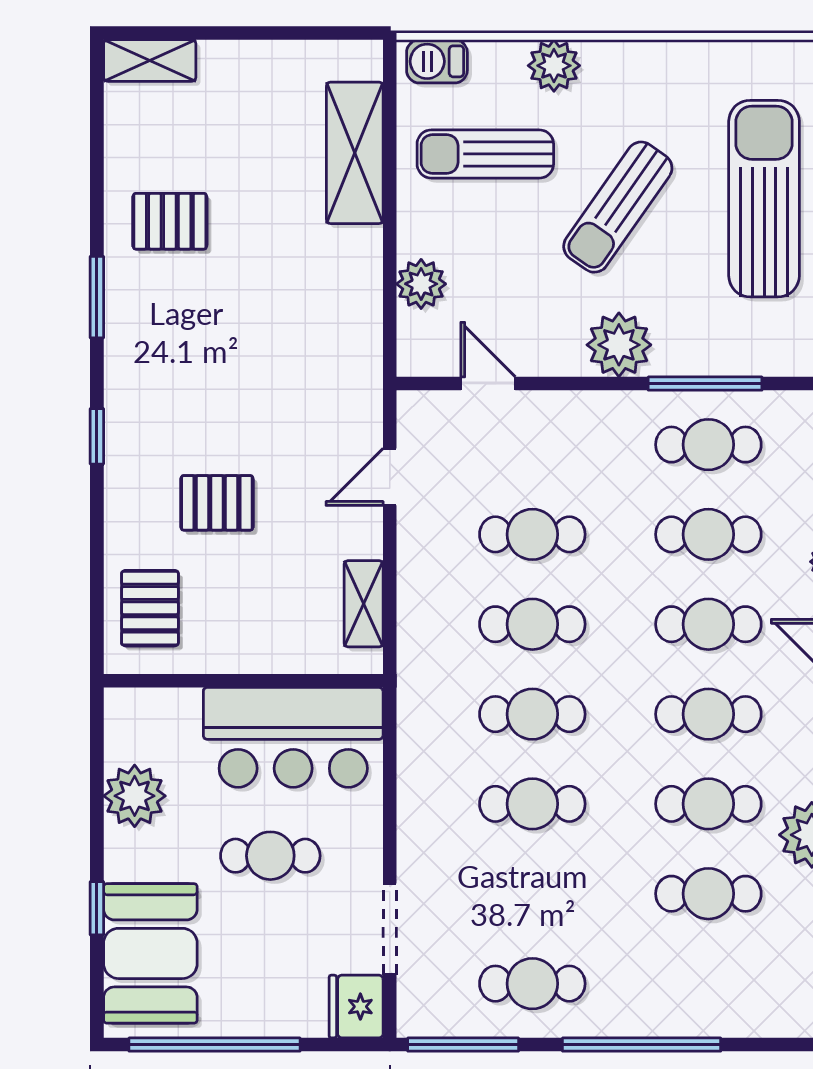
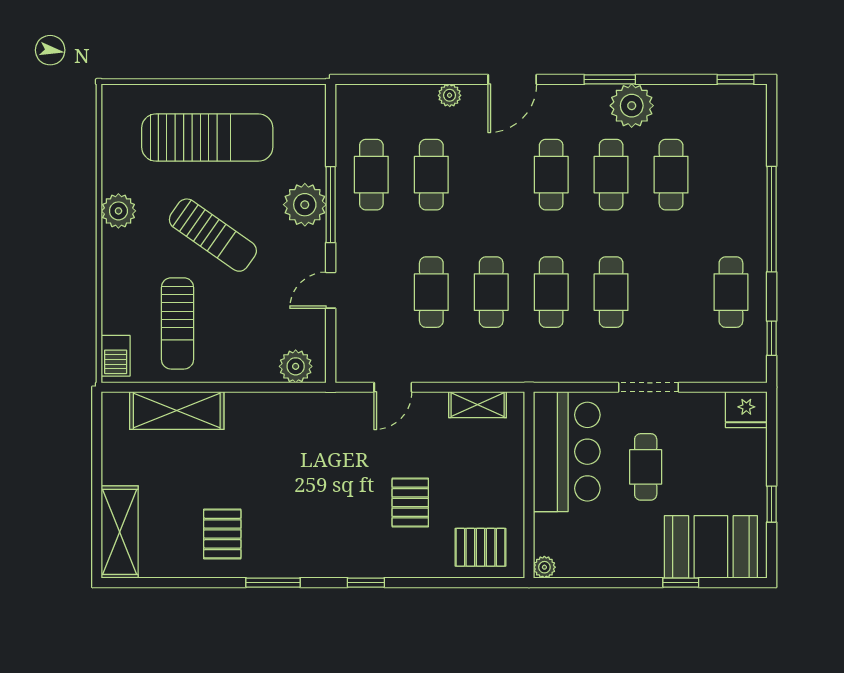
shelving: (150, 60) -> (120, 532), width x1.50, depth x1.33
plant: (554, 66) -> (118, 211), moved
sun lounger: (764, 199) -> (207, 138), turned 180
plant: (421, 284) -> (296, 366), moved
plant: (619, 345) -> (305, 205), moved
door: (488, 384) -> (331, 290), moved
window: (705, 384) -> (331, 205), moved
door: (390, 477) -> (393, 387), hinge flipped
cafe table: (708, 624) -> (491, 175), removed
plant: (135, 796) -> (544, 567), moved, width x0.53, depth x0.53
doorway: (390, 929) -> (648, 387), moved
window: (214, 1045) -> (772, 504), width x0.32
window: (463, 1045) -> (772, 338), width x0.46

